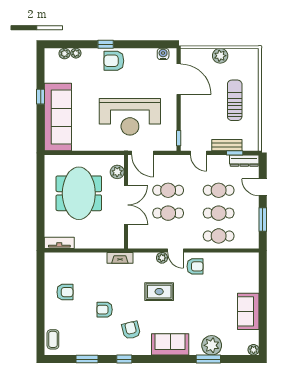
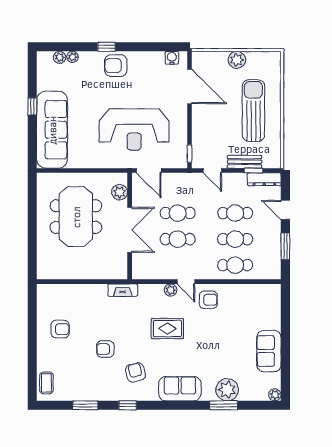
sun lounger: (235, 100) -> (253, 111), width x1.36, depth x1.34
tv unit: (59, 243) -> (54, 273), removed

